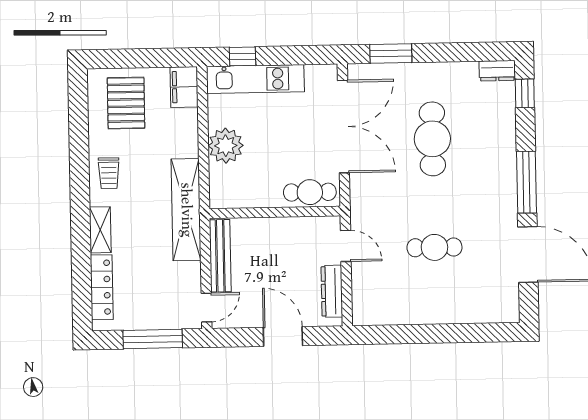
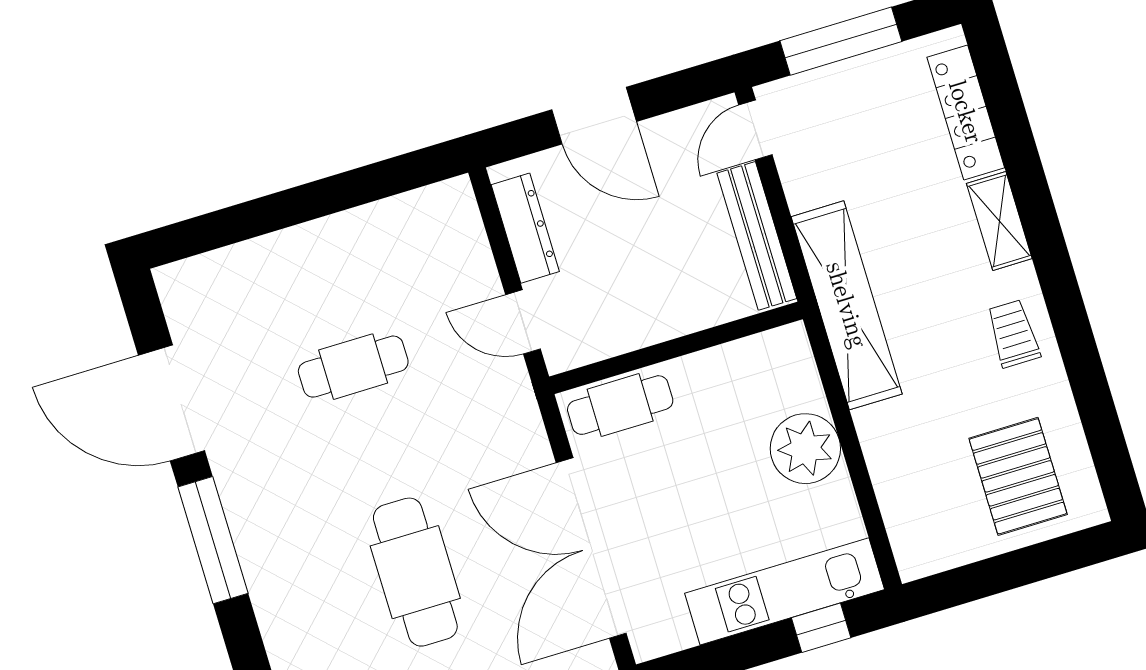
filing cabinet: (184, 87) -> (916, 538), removed

